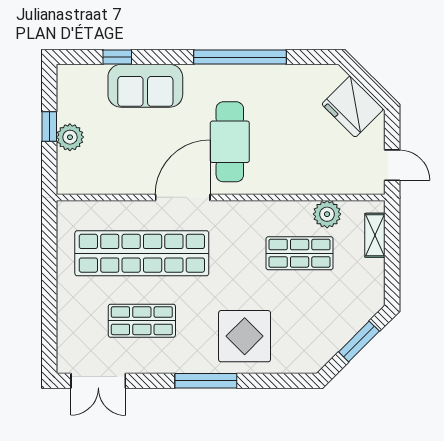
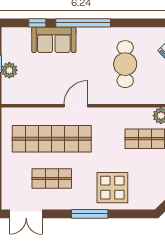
window: (240, 57) -> (83, 23), moved
cafe table: (230, 142) -> (125, 64), moved
door: (183, 197) -> (76, 106), width x0.73

